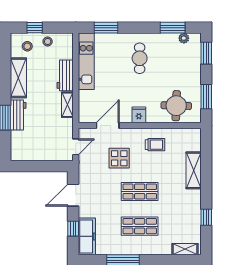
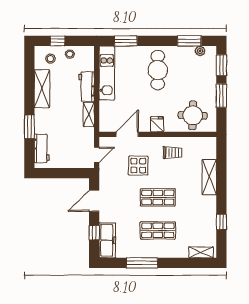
cafe table: (140, 58) -> (158, 70), width x1.37, depth x1.35
window: (206, 97) -> (221, 96), moved
workbench: (18, 115) -> (42, 148), moved

